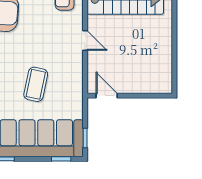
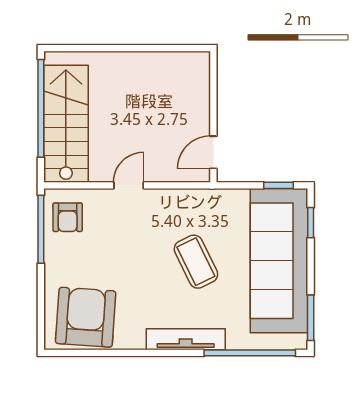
coffee table: (36, 84) -> (196, 262), turned 52

